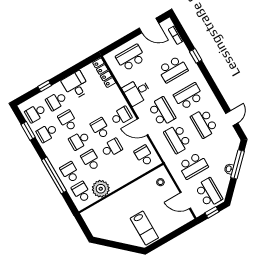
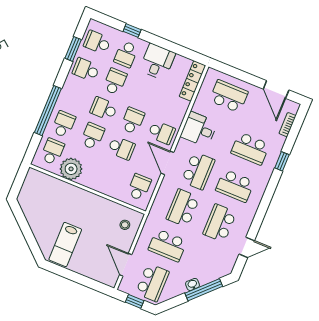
school desk: (189, 96) -> (235, 186), turned 180
school desk: (56, 101) -> (126, 54), turned -90

